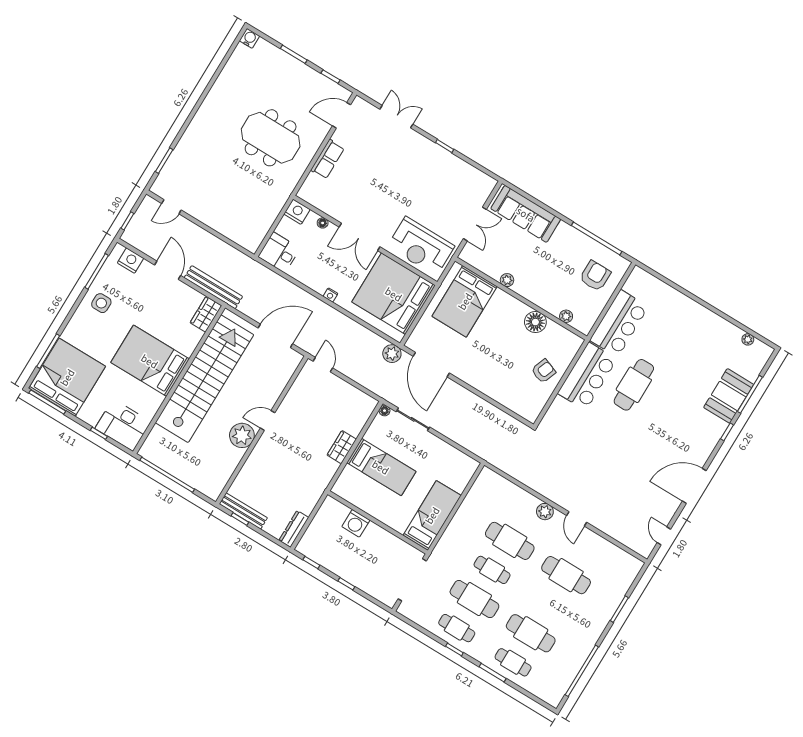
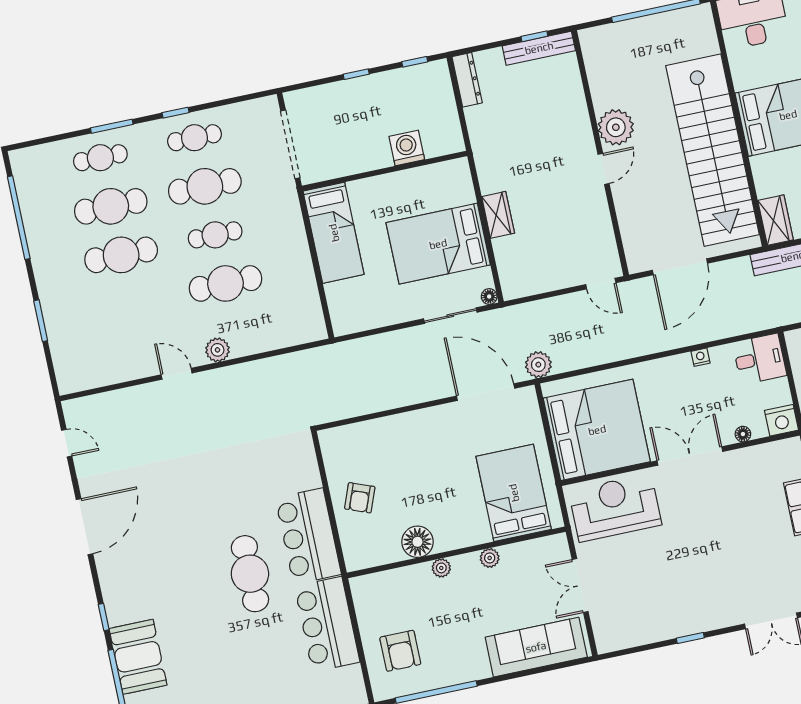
nightstand: (330, 295) -> (701, 357), moved
plant: (566, 316) -> (441, 568), moved
bed: (381, 467) -> (438, 244), width x1.50
cafe table: (566, 575) -> (121, 255), moved

